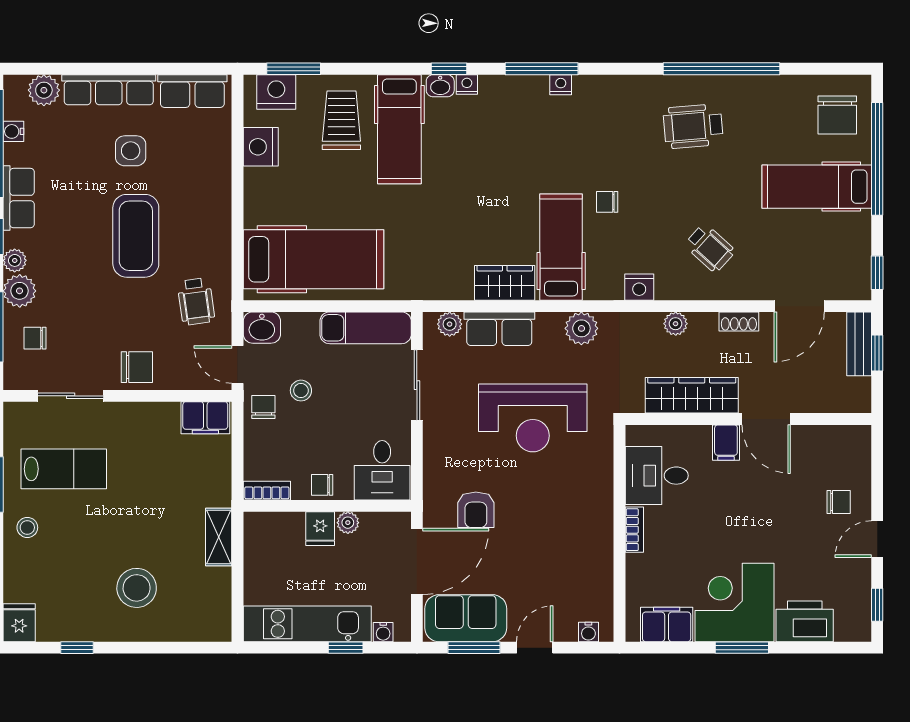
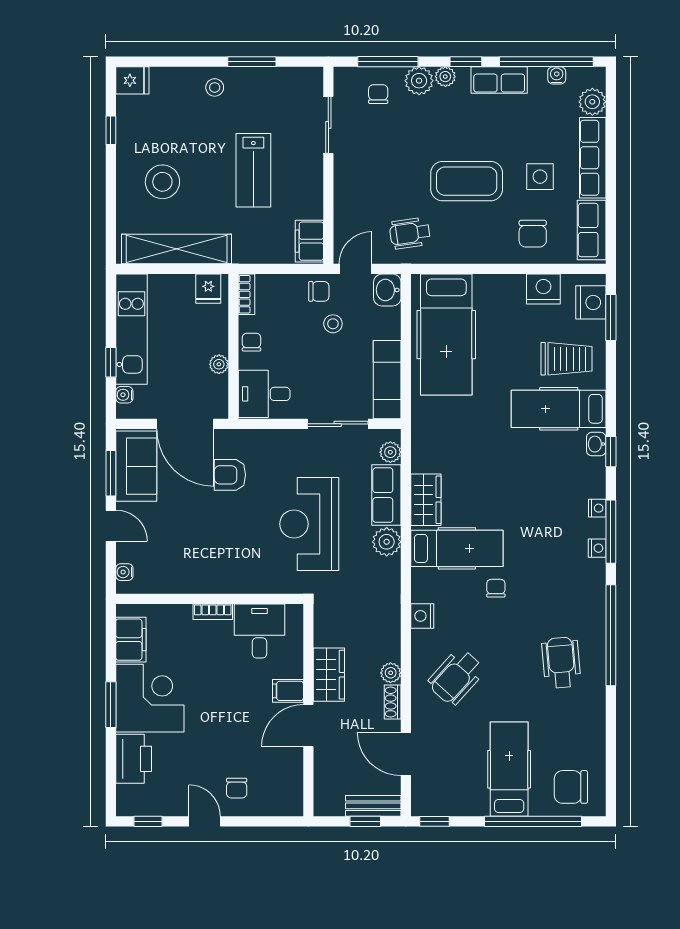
window: (722, 69) -> (611, 635), moved
nightstand: (467, 85) -> (597, 508), moved
wheelchair: (710, 248) -> (456, 677), width x1.36, depth x1.37
plant: (676, 324) -> (391, 673), moved
plant: (581, 328) -> (387, 542), moved
chair: (137, 367) -> (533, 234), moved
wardrobe: (692, 395) -> (329, 675), width x0.67
lab bench: (64, 469) -> (253, 170), moved
fridge: (320, 529) -> (208, 289), moved, turned -90
shelving: (219, 537) -> (177, 249), width x2.20, depth x1.33

